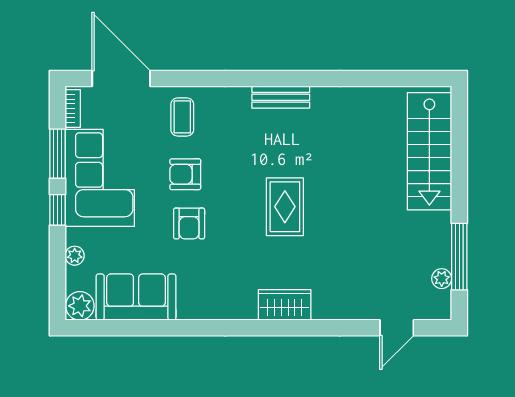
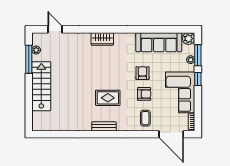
stairs: (429, 151) -> (41, 86), moved
window: (58, 154) -> (198, 55), moved
rug: (285, 207) -> (108, 98), moved, turned 90
sofa: (136, 297) -> (159, 42), width x1.36
door: (397, 328) -> (55, 29), hinge flipped

